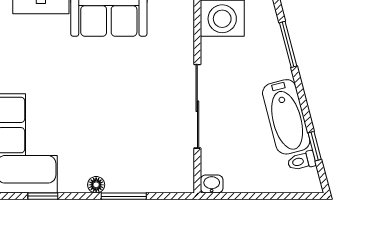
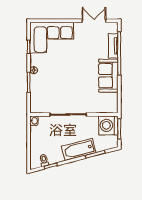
bathtub: (286, 117) -> (79, 149), moved

